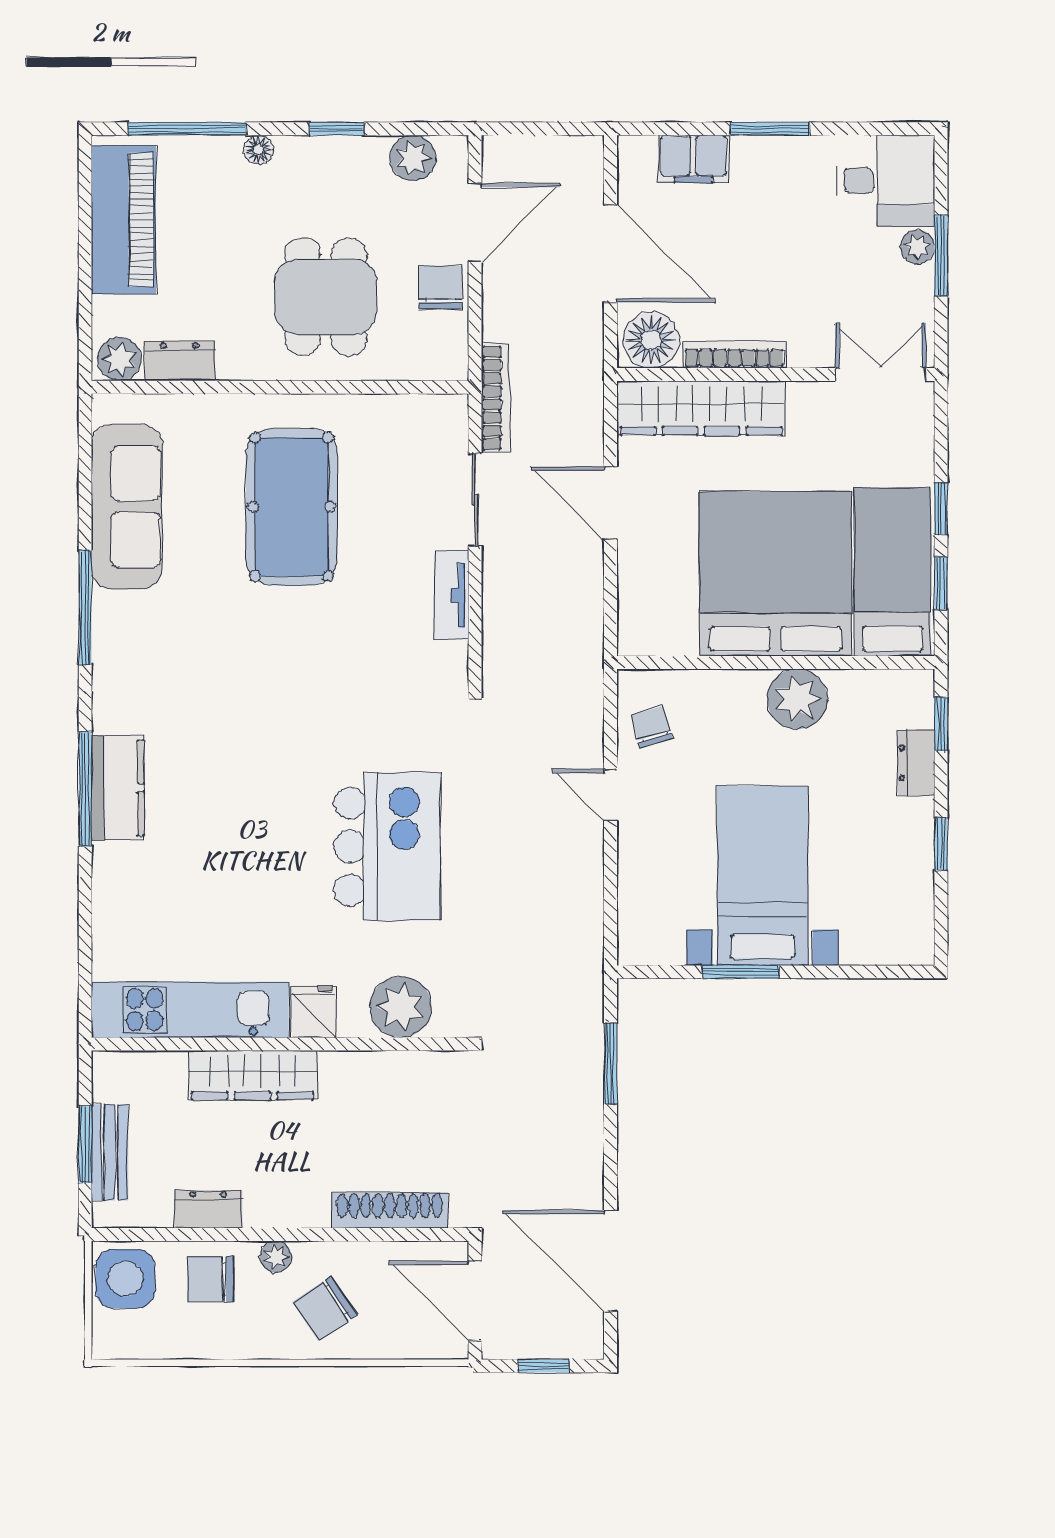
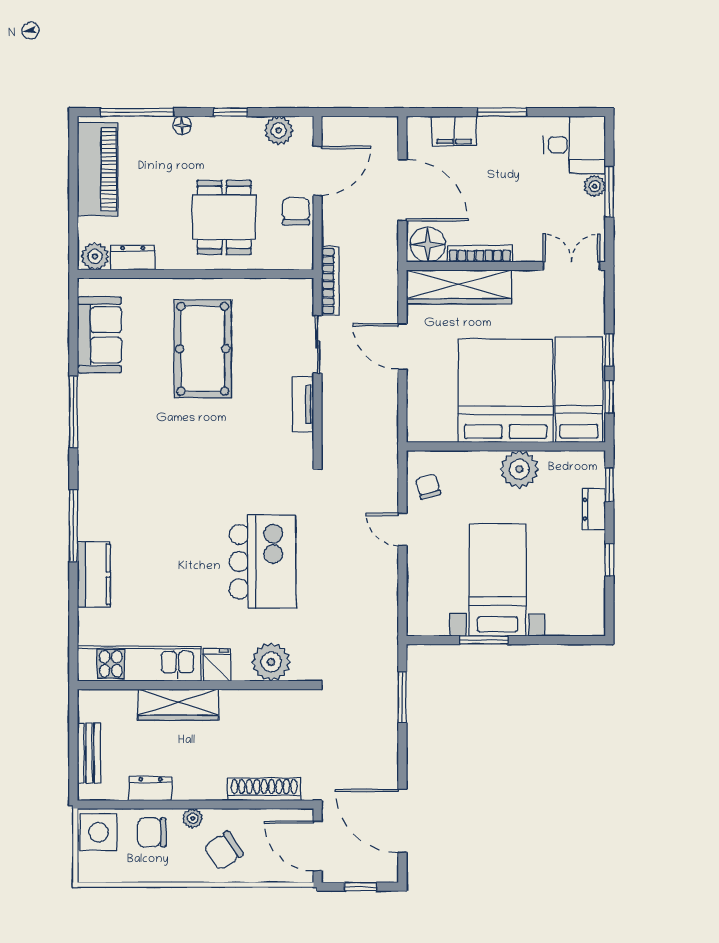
sofa: (127, 507) -> (99, 335), width x0.73
kitchen counter: (118, 788) -> (94, 574), moved
window: (85, 1145) -> (73, 748), removed

